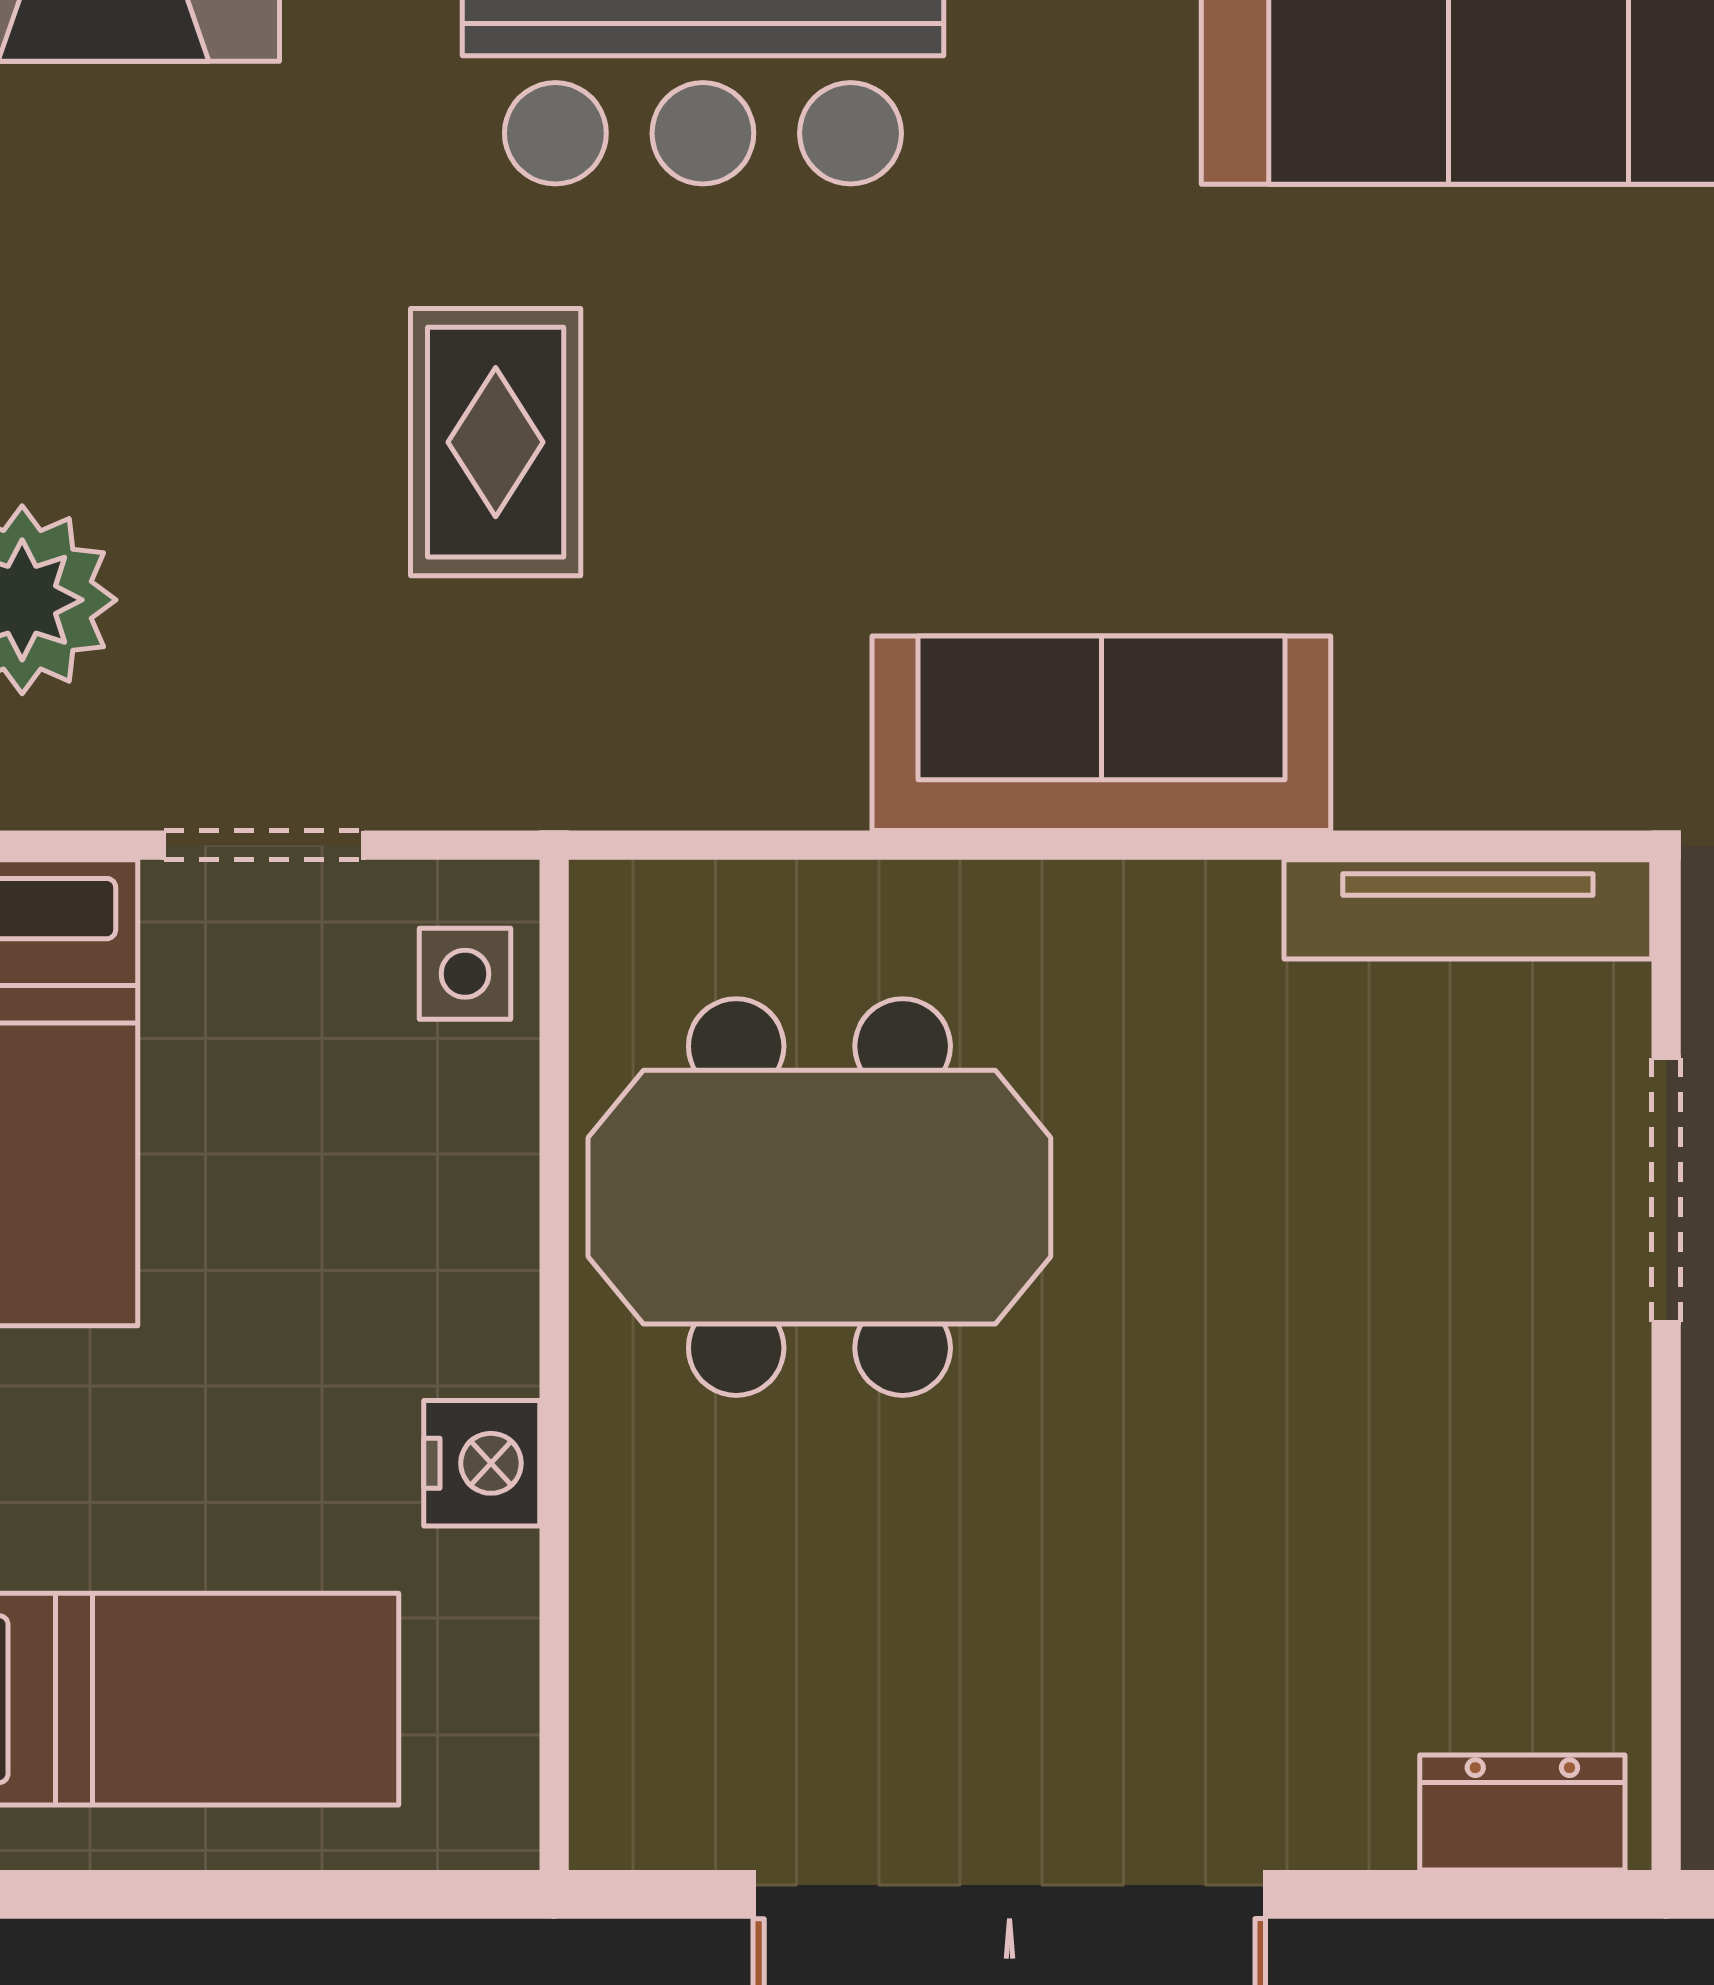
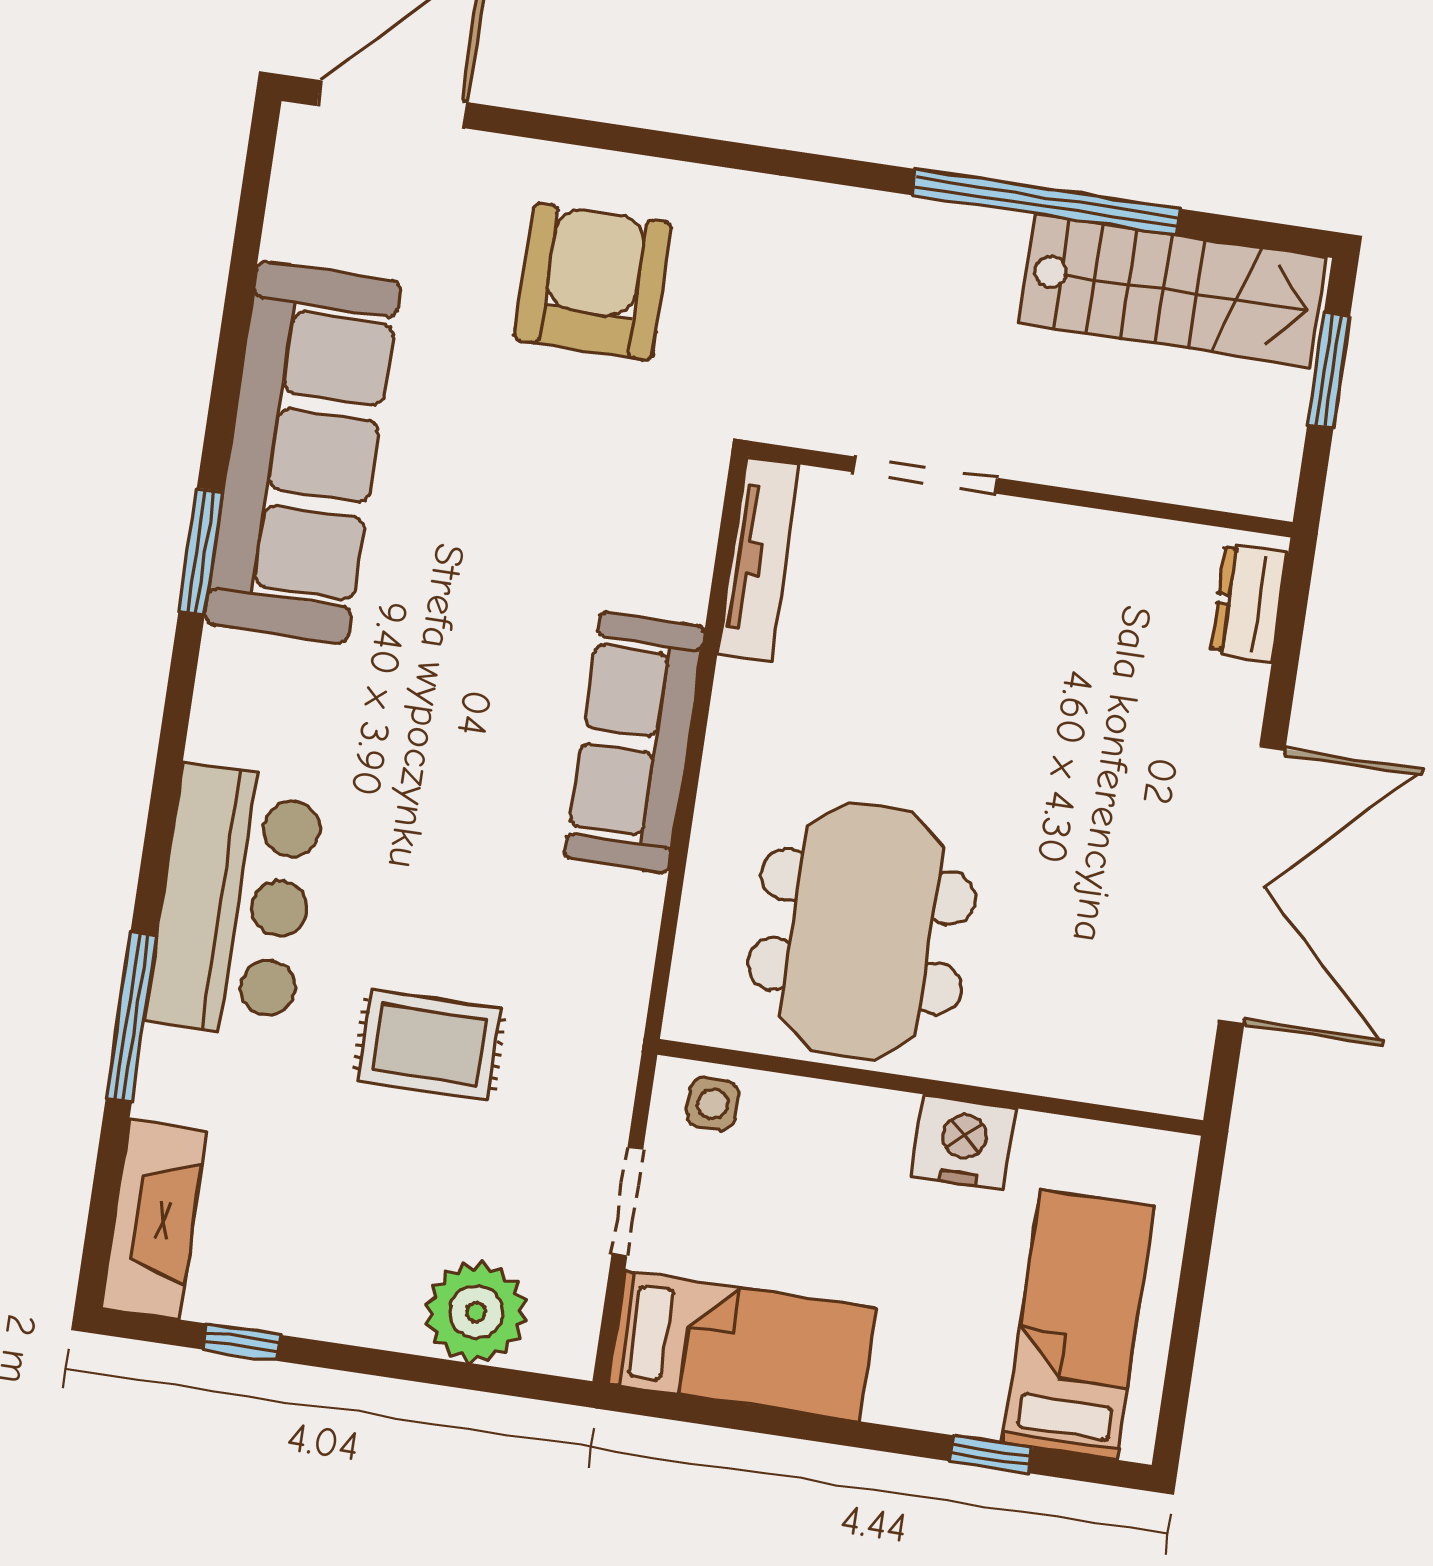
nightstand: (482, 1463) -> (964, 1143), width x1.36, depth x1.33

